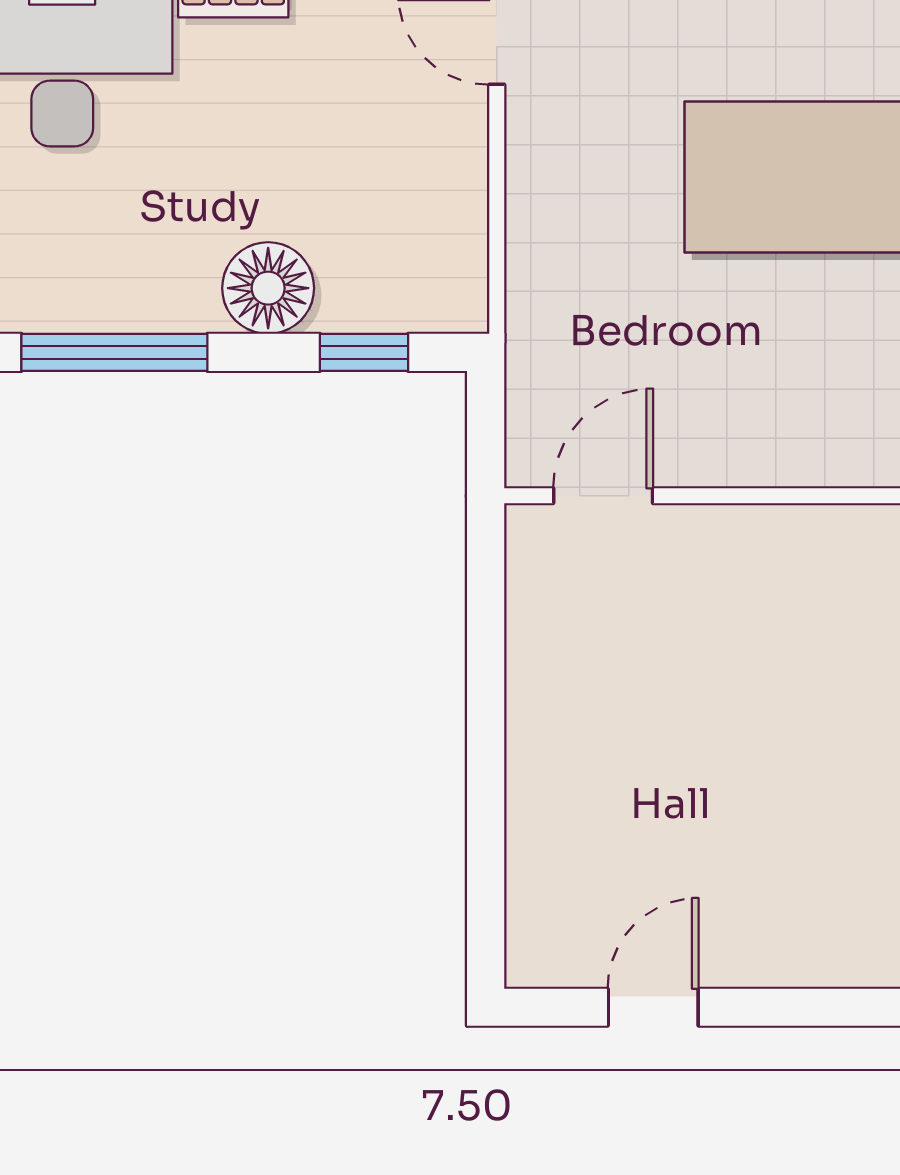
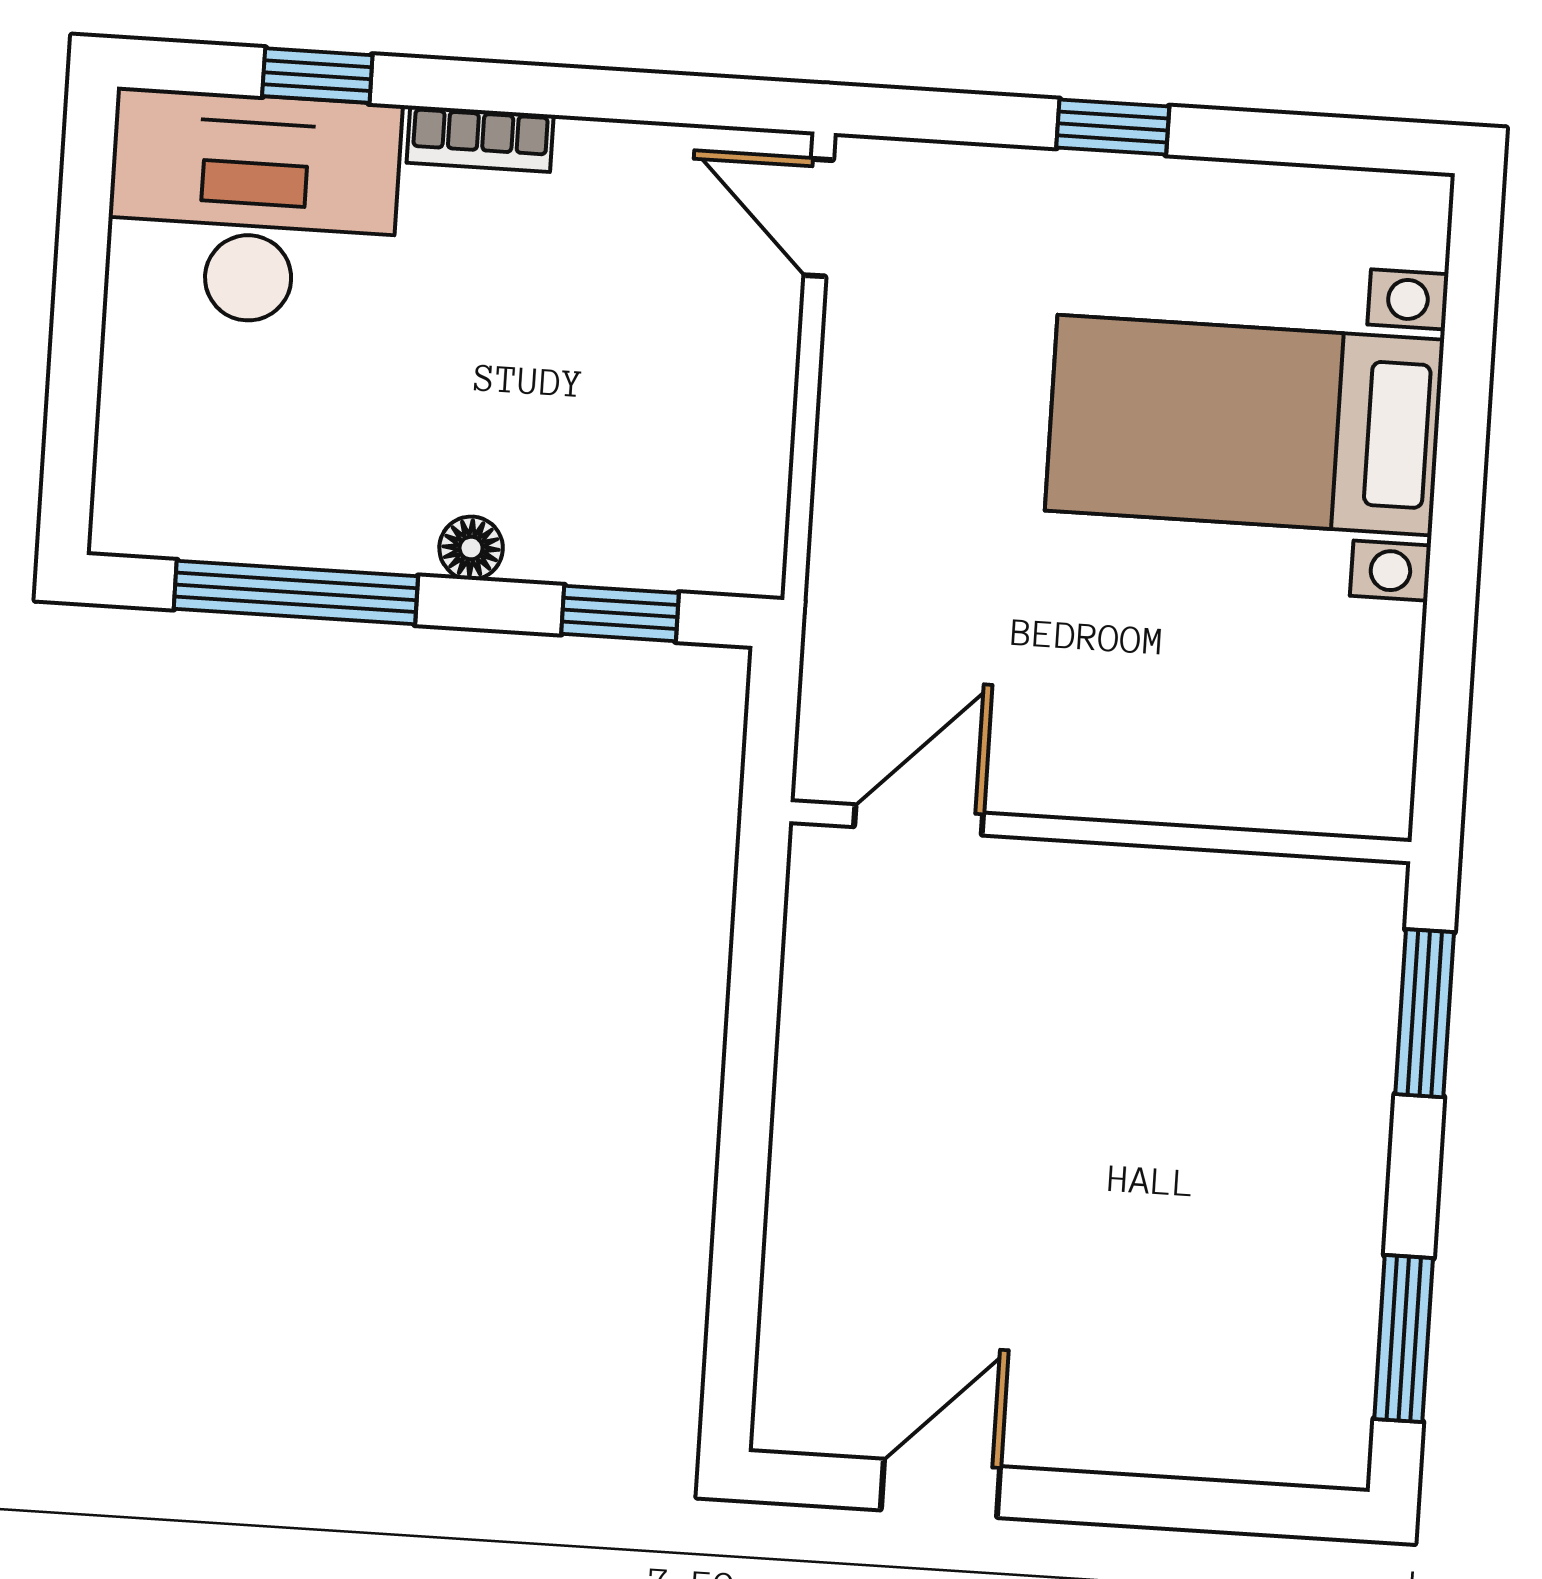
floor lamp: (268, 288) -> (471, 548), width x0.53, depth x0.53

